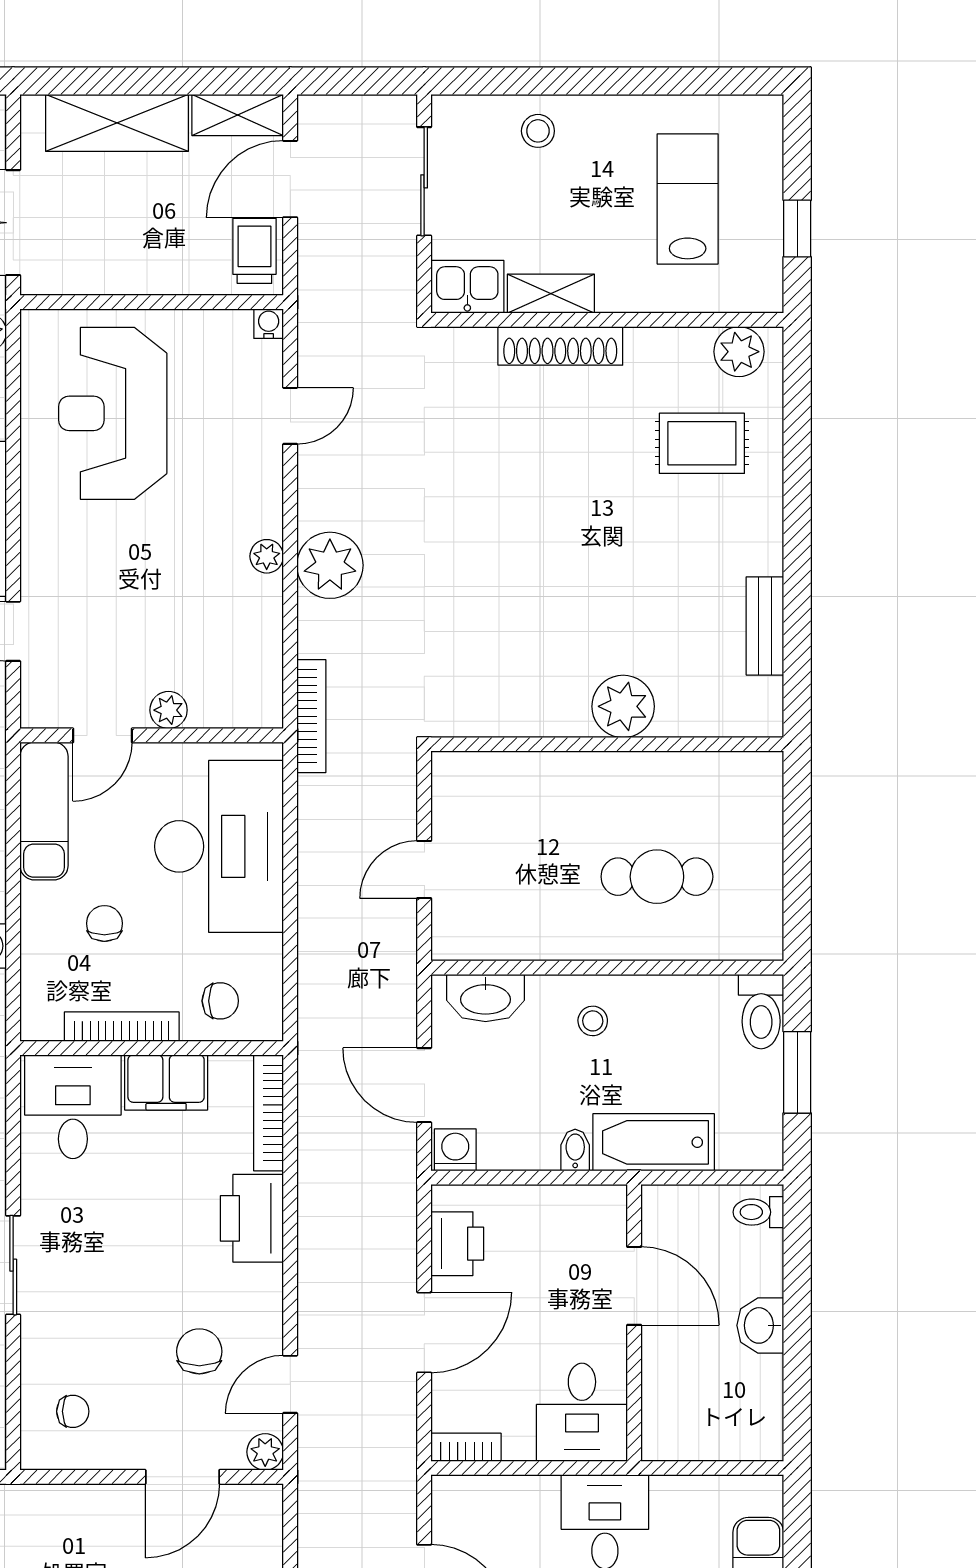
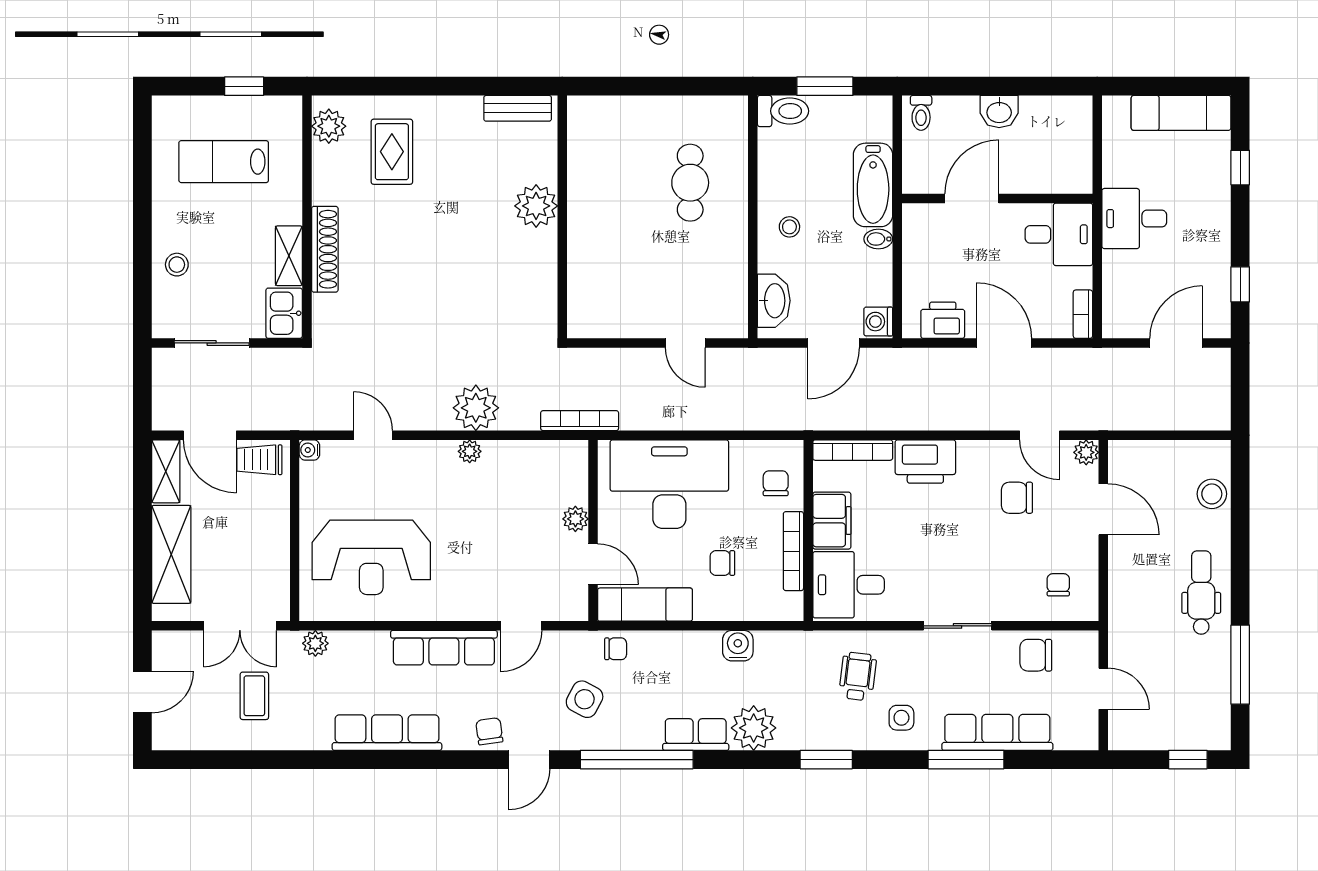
plant: (623, 706) -> (536, 206), moved
wall: (607, 744) -> (562, 217), moved

